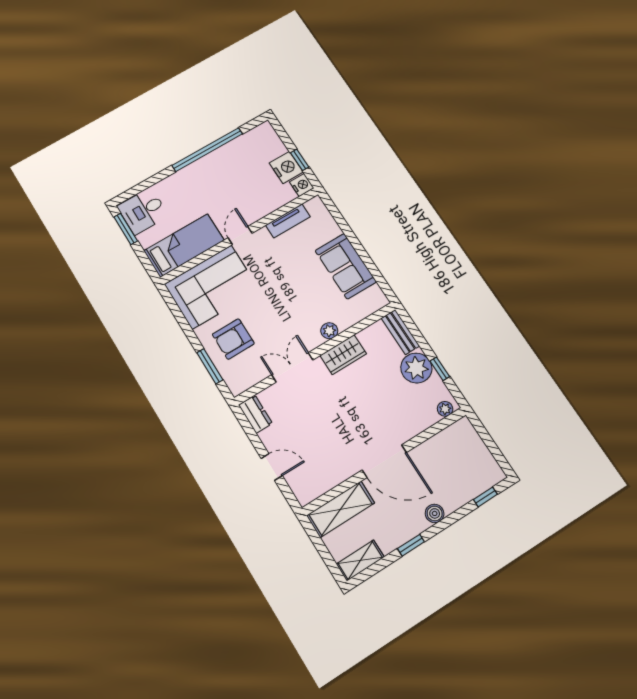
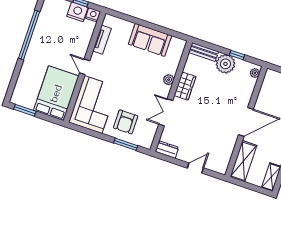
desk: (143, 211) -> (25, 94), removed
bed: (184, 245) -> (56, 93), width x1.50

